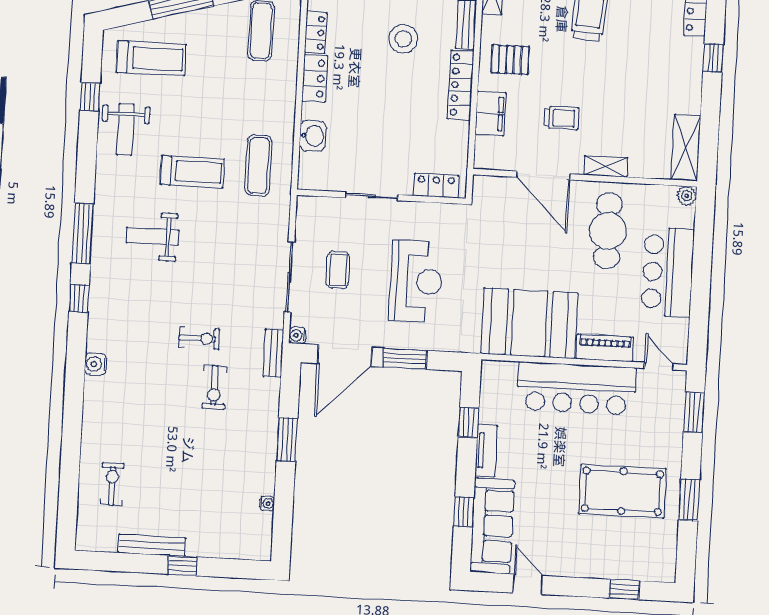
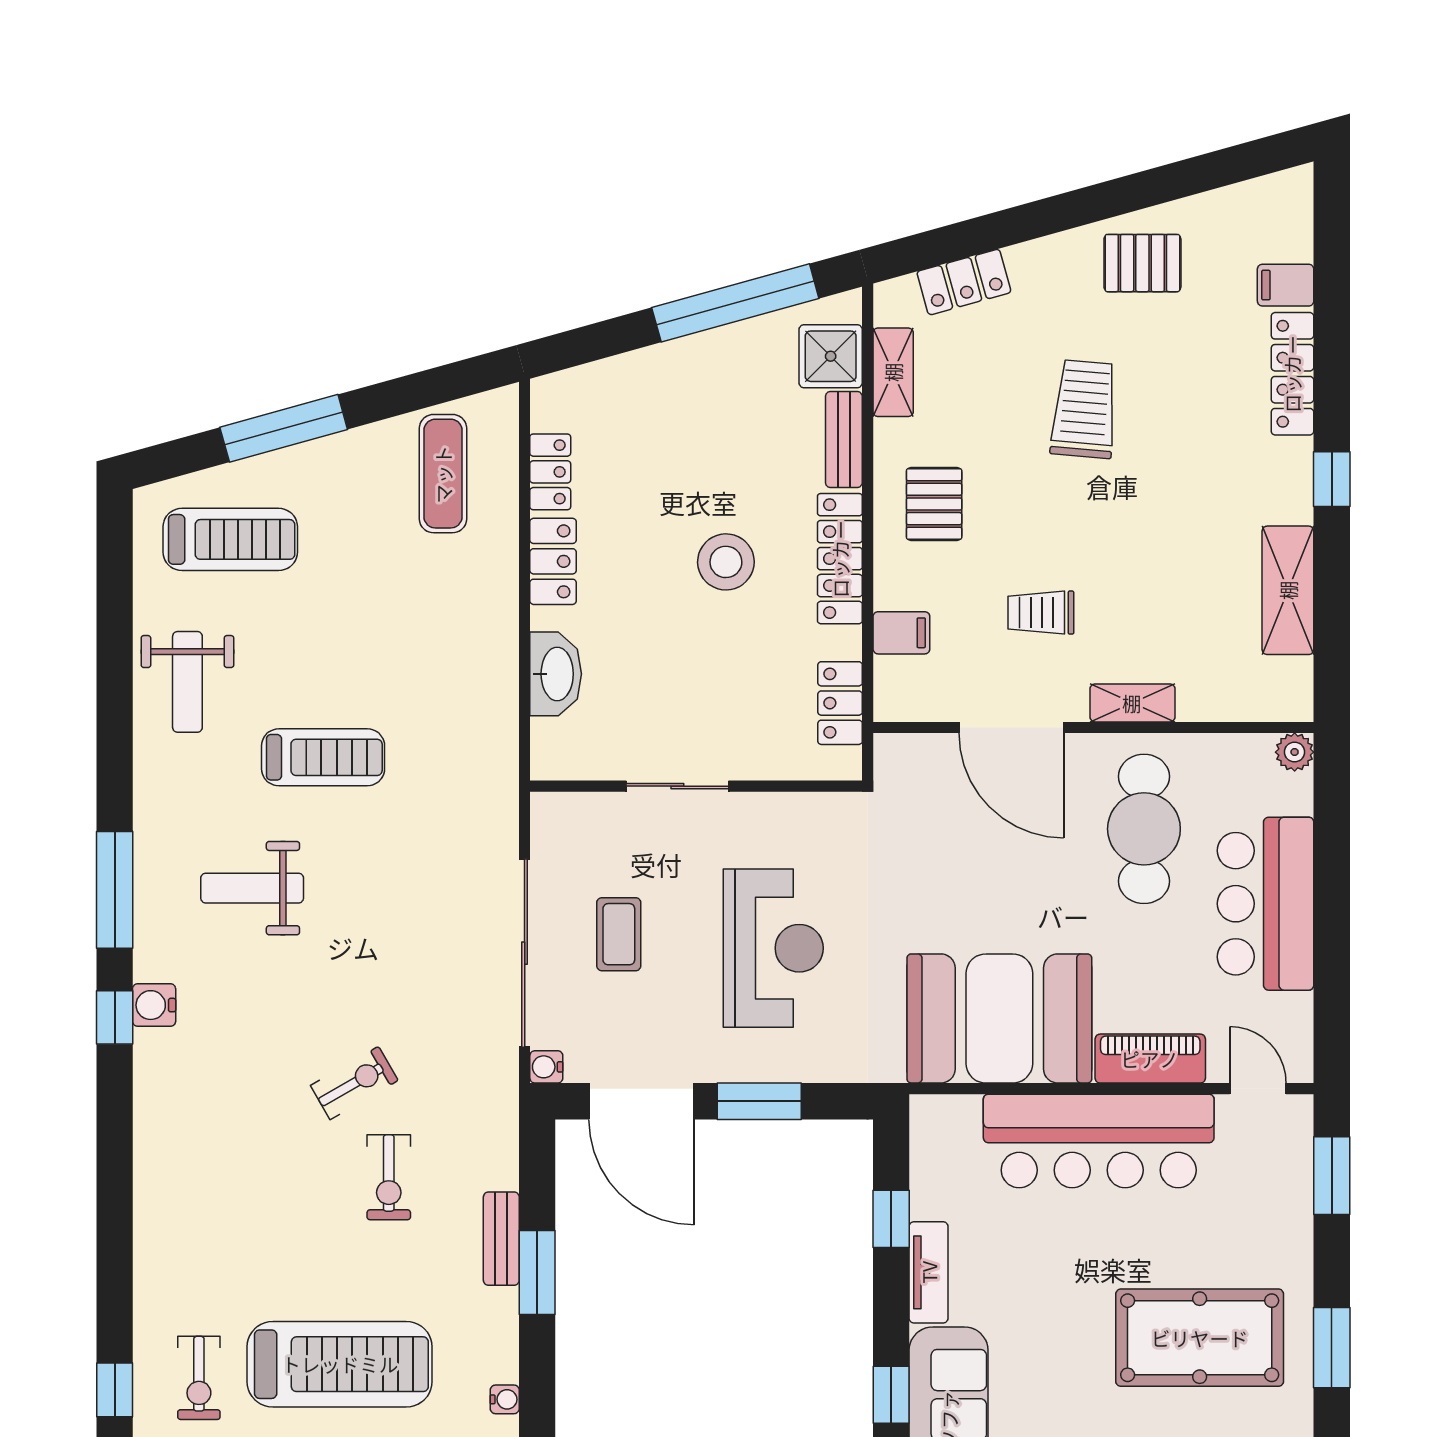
stool: (403, 39) -> (726, 562), moved
pallet: (510, 60) -> (934, 504), turned 90
window: (90, 97) -> (115, 1390), moved
filing cabinet: (491, 113) -> (901, 633), width x0.50
trolley: (561, 118) -> (1041, 613), turned 180
washbasin: (313, 136) -> (556, 674), width x1.38
shelving: (686, 148) -> (1288, 590), moved
exercise mat: (258, 165) -> (452, 738), removed
locker: (436, 186) -> (840, 703), moved, turned -90
sliding door: (289, 277) -> (525, 953), width x1.36
exercise bike: (199, 338) -> (354, 1083), turned -30
bench: (273, 353) -> (501, 1239), moved
door: (345, 356) -> (641, 1101), hinge flipped
water cooler: (96, 364) -> (154, 1005), moved
treadmill: (184, 481) -> (340, 1364), added
exercise bike: (112, 484) -> (199, 1378), turned 180

